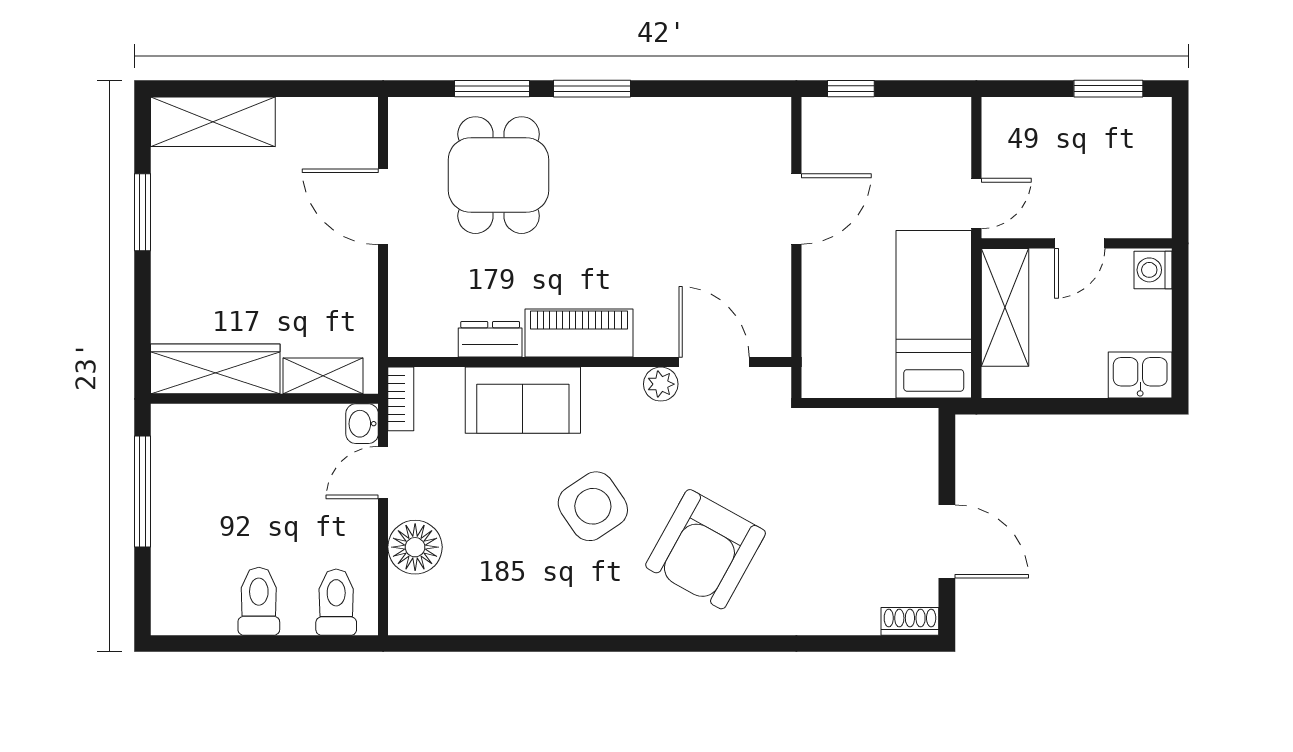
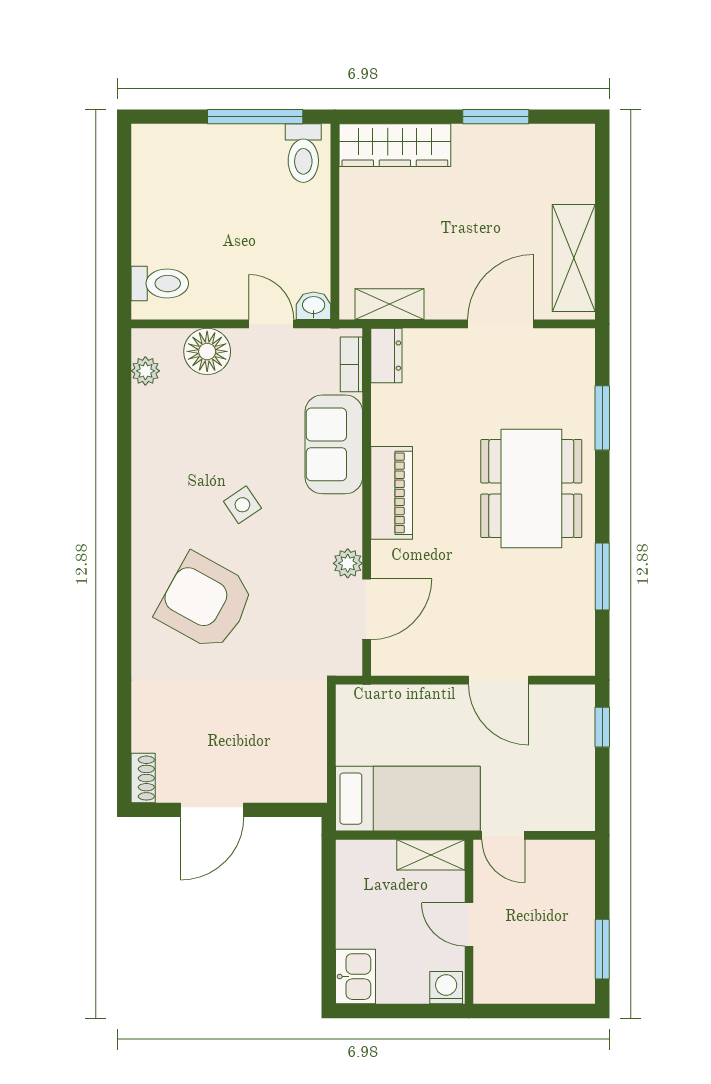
window: (592, 89) -> (602, 576), moved
shelving: (213, 122) -> (574, 258), moved
dining table: (499, 175) -> (531, 489), moved, width x1.38
shelving: (1005, 307) -> (431, 855), width x0.67, depth x0.75
dresser: (490, 339) -> (386, 356), moved
wardrobe: (215, 369) -> (395, 145), moved, turned 90
shelving: (323, 376) -> (389, 304), moved, turned 90
bookcase: (401, 399) -> (351, 364), moved, turned 90
side table: (593, 506) -> (242, 505), width x0.54, depth x0.54
toilet: (259, 601) -> (303, 153), moved, turned 90
plant: (438, 619) -> (145, 371), added

